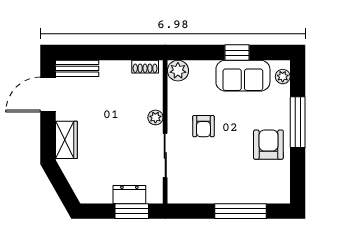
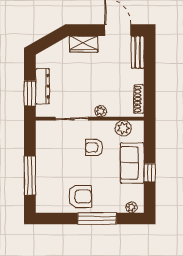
shoe rack: (145, 67) -> (139, 99), width x1.43
plant: (178, 71) -> (123, 128), moved
sofa: (243, 76) -> (132, 163), moved
dresser: (129, 194) -> (43, 86), width x1.44

